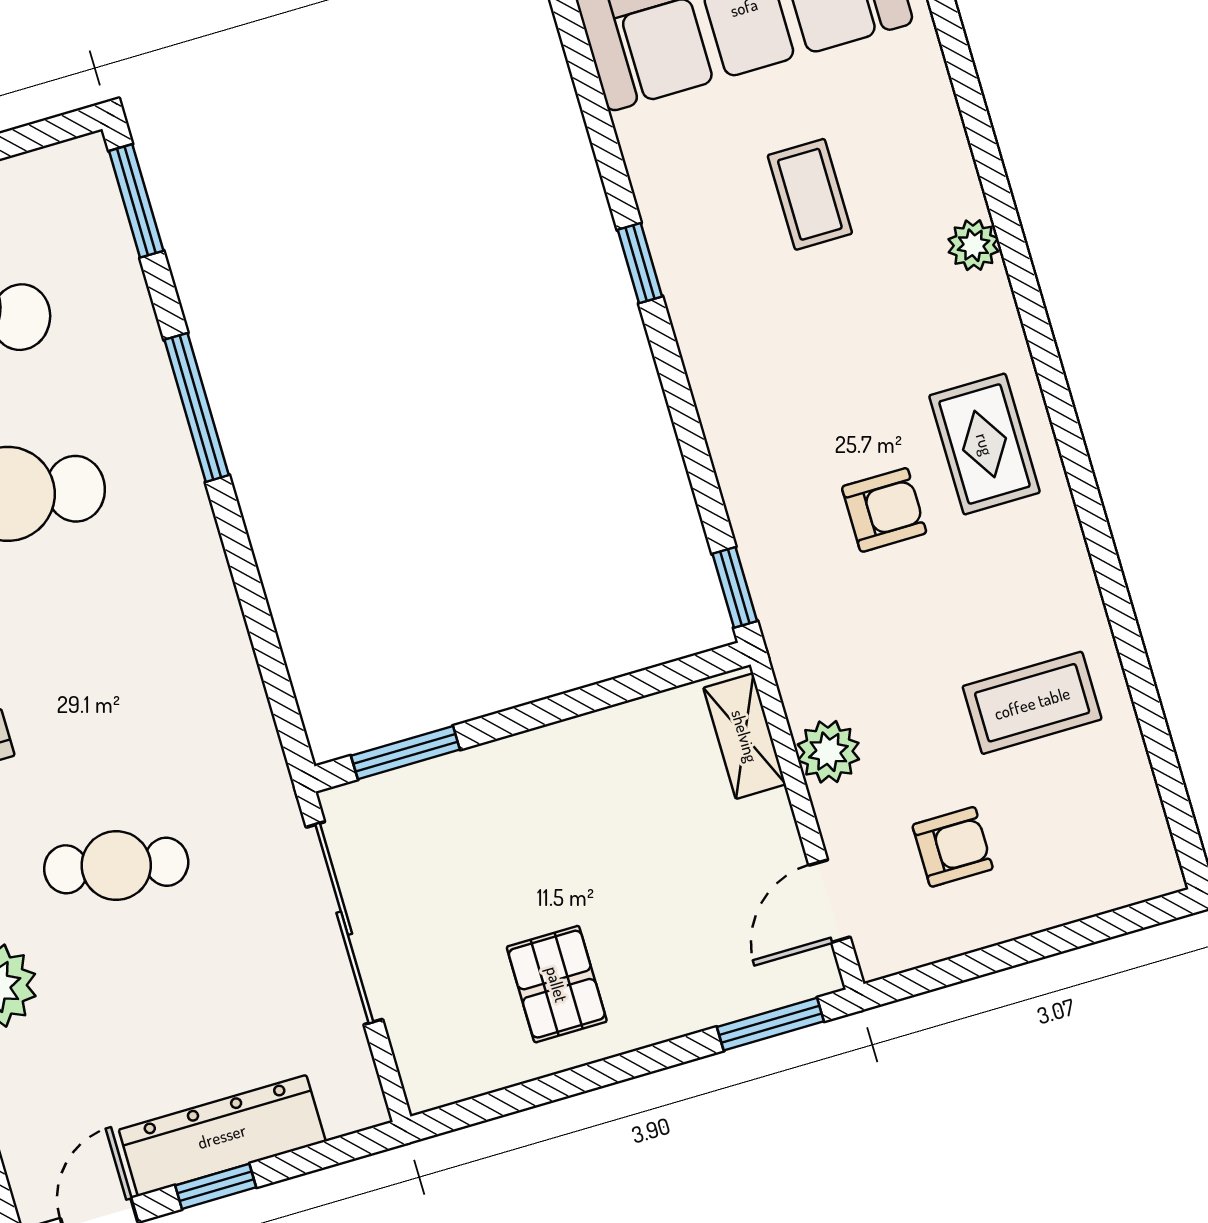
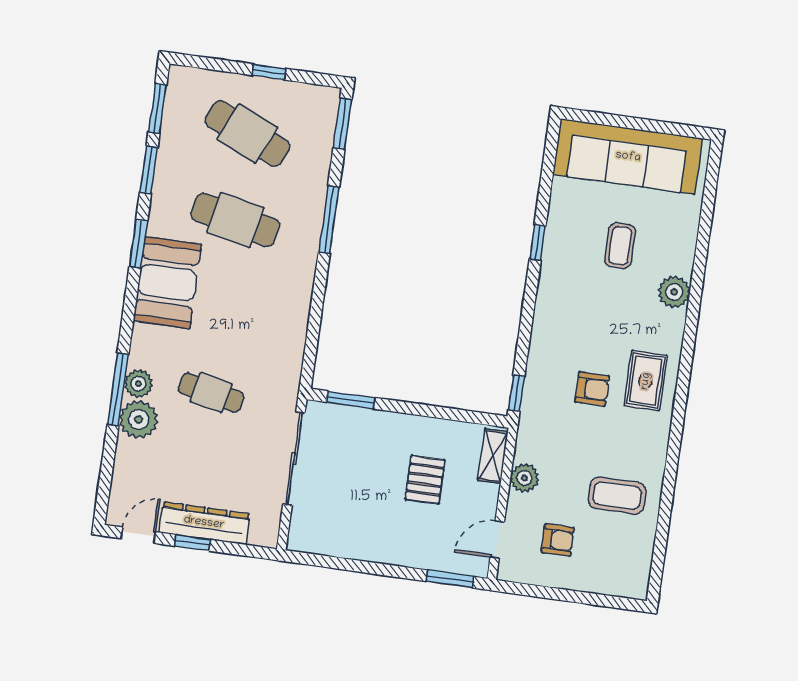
plant: (973, 245) -> (674, 292), width x1.38, depth x1.38
pallet: (557, 984) -> (425, 480), moved

